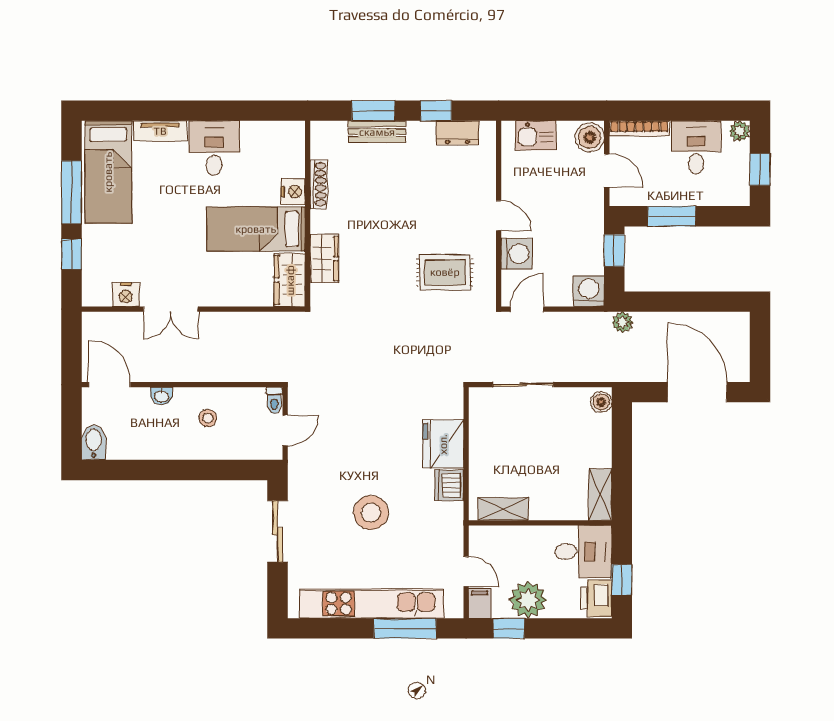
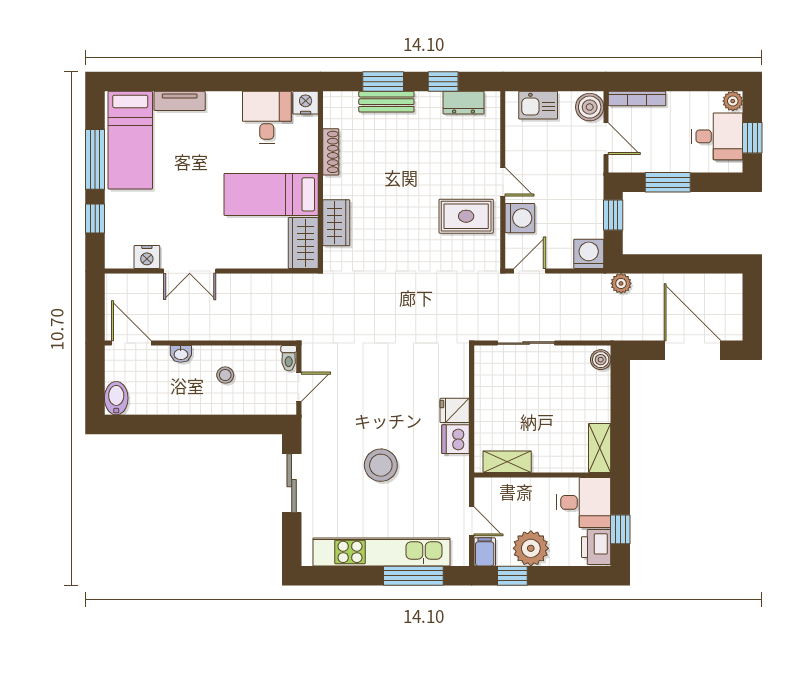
desk: (696, 147) -> (717, 136), moved, turned 90
desk: (214, 148) -> (267, 117), moved
nightstand: (293, 192) -> (306, 103), moved, turned -90
rug: (445, 272) -> (466, 216), moved
fridge: (443, 444) -> (455, 410), width x0.53, depth x0.75

